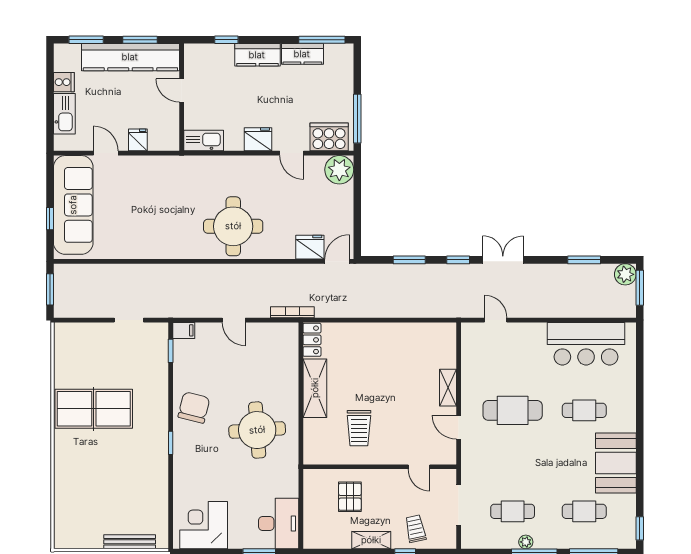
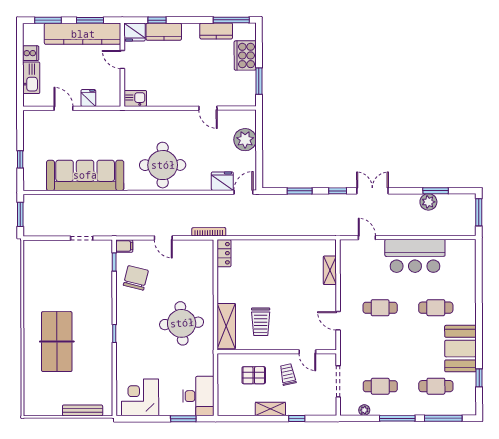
kitchen counter: (257, 55) -> (164, 32), moved
window: (357, 119) -> (259, 81), width x0.69
cooker: (329, 137) -> (245, 55), moved, turned -90
fridge: (258, 139) -> (135, 32), moved, turned 180
kitchen sink: (204, 141) -> (135, 98), width x0.73
plant: (339, 170) -> (245, 140), moved
sofa: (73, 205) -> (85, 175), moved, turned -90
plant: (625, 274) -> (428, 202), moved
bar counter: (586, 344) -> (415, 256), moved
shelving: (315, 388) -> (226, 326), moved
shelving: (448, 388) -> (330, 270), moved
chair: (194, 408) -> (136, 278), moved
table tennis table: (94, 409) -> (57, 342), moved, turned 90
cafe table: (513, 410) -> (380, 308), width x0.73, depth x0.74
pallet: (350, 497) -> (254, 375), turned 90
window: (640, 528) -> (479, 378), moved
trolley: (415, 529) -> (288, 374), moved
plant: (526, 542) -> (364, 410), moved

